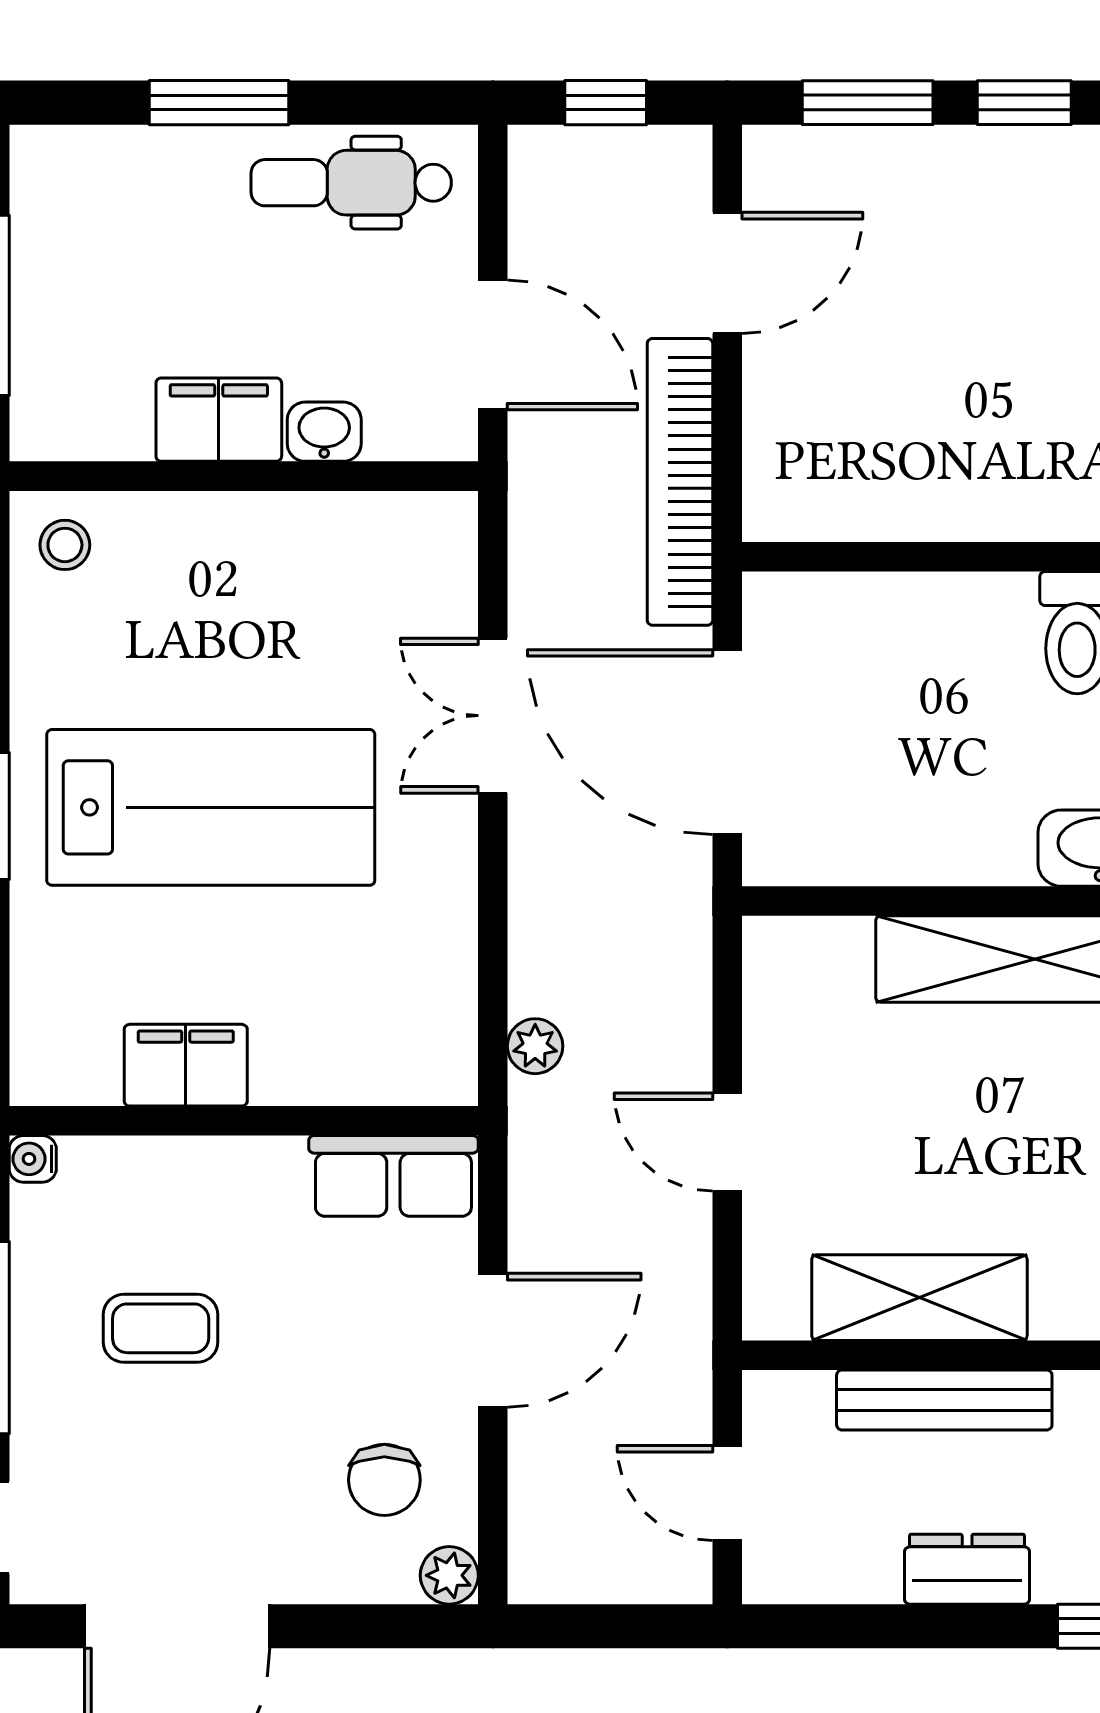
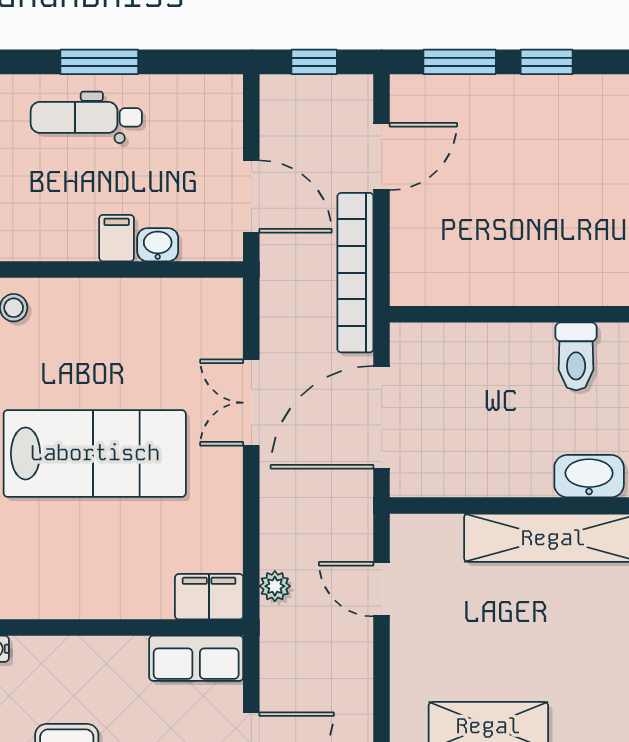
dental chair: (351, 183) -> (86, 117), moved
filing cabinet: (219, 420) -> (117, 238), width x0.50
door: (727, 742) -> (382, 417), hinge flipped
filing cabinet: (186, 1065) -> (209, 597), moved
door: (727, 1142) -> (382, 589), moved

